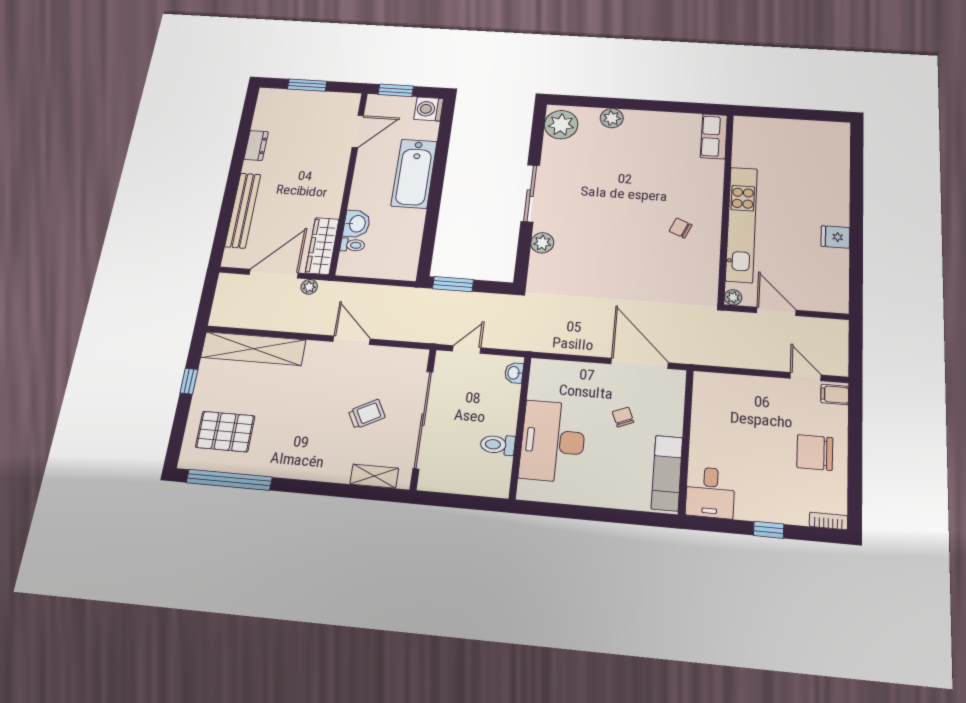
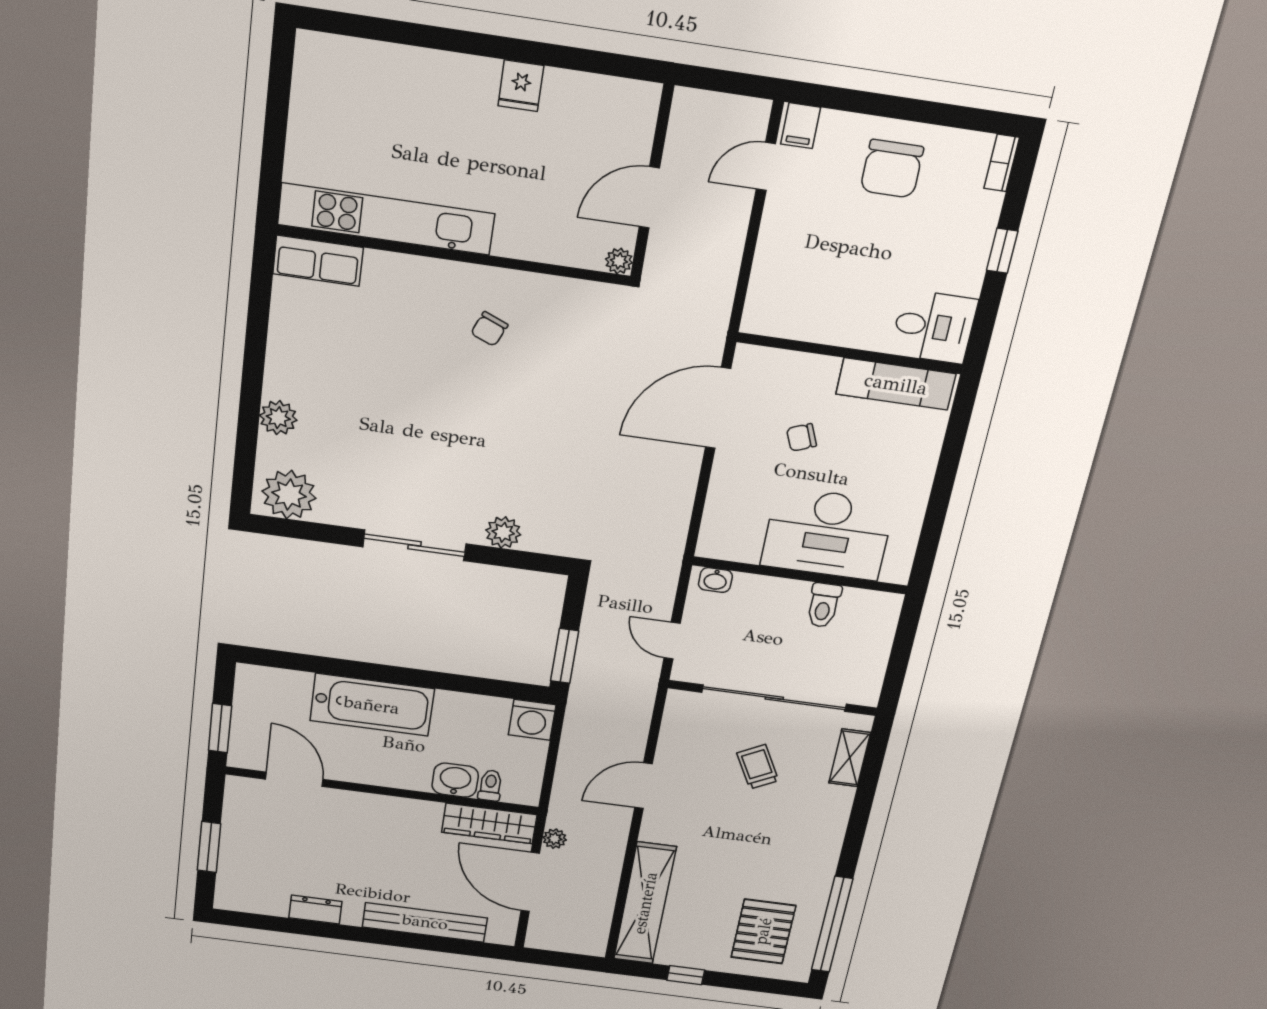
washing machine: (429, 109) -> (532, 720), moved
kitchen unit: (742, 224) -> (386, 219), moved

